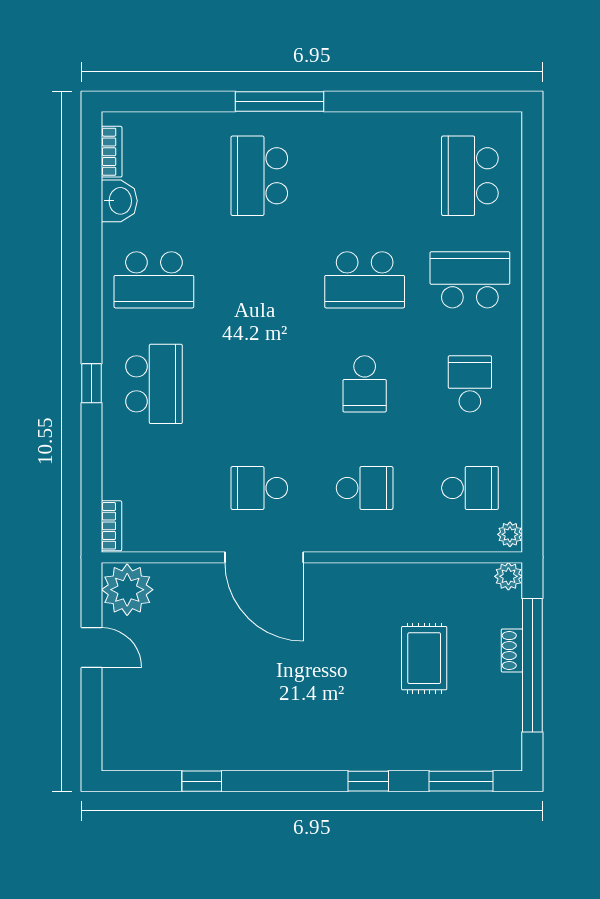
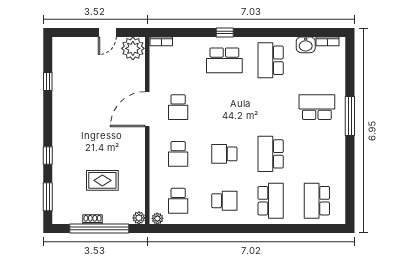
school desk: (470, 176) -> (317, 201), turned -90
school desk: (259, 488) -> (178, 107), turned 180
shoe rack: (512, 651) -> (93, 219), moved

